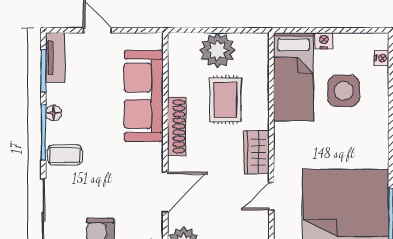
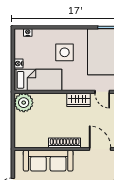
plant: (217, 50) -> (24, 103), moved
side table: (344, 91) -> (65, 52), moved
rug: (225, 100) -> (50, 117), removed

